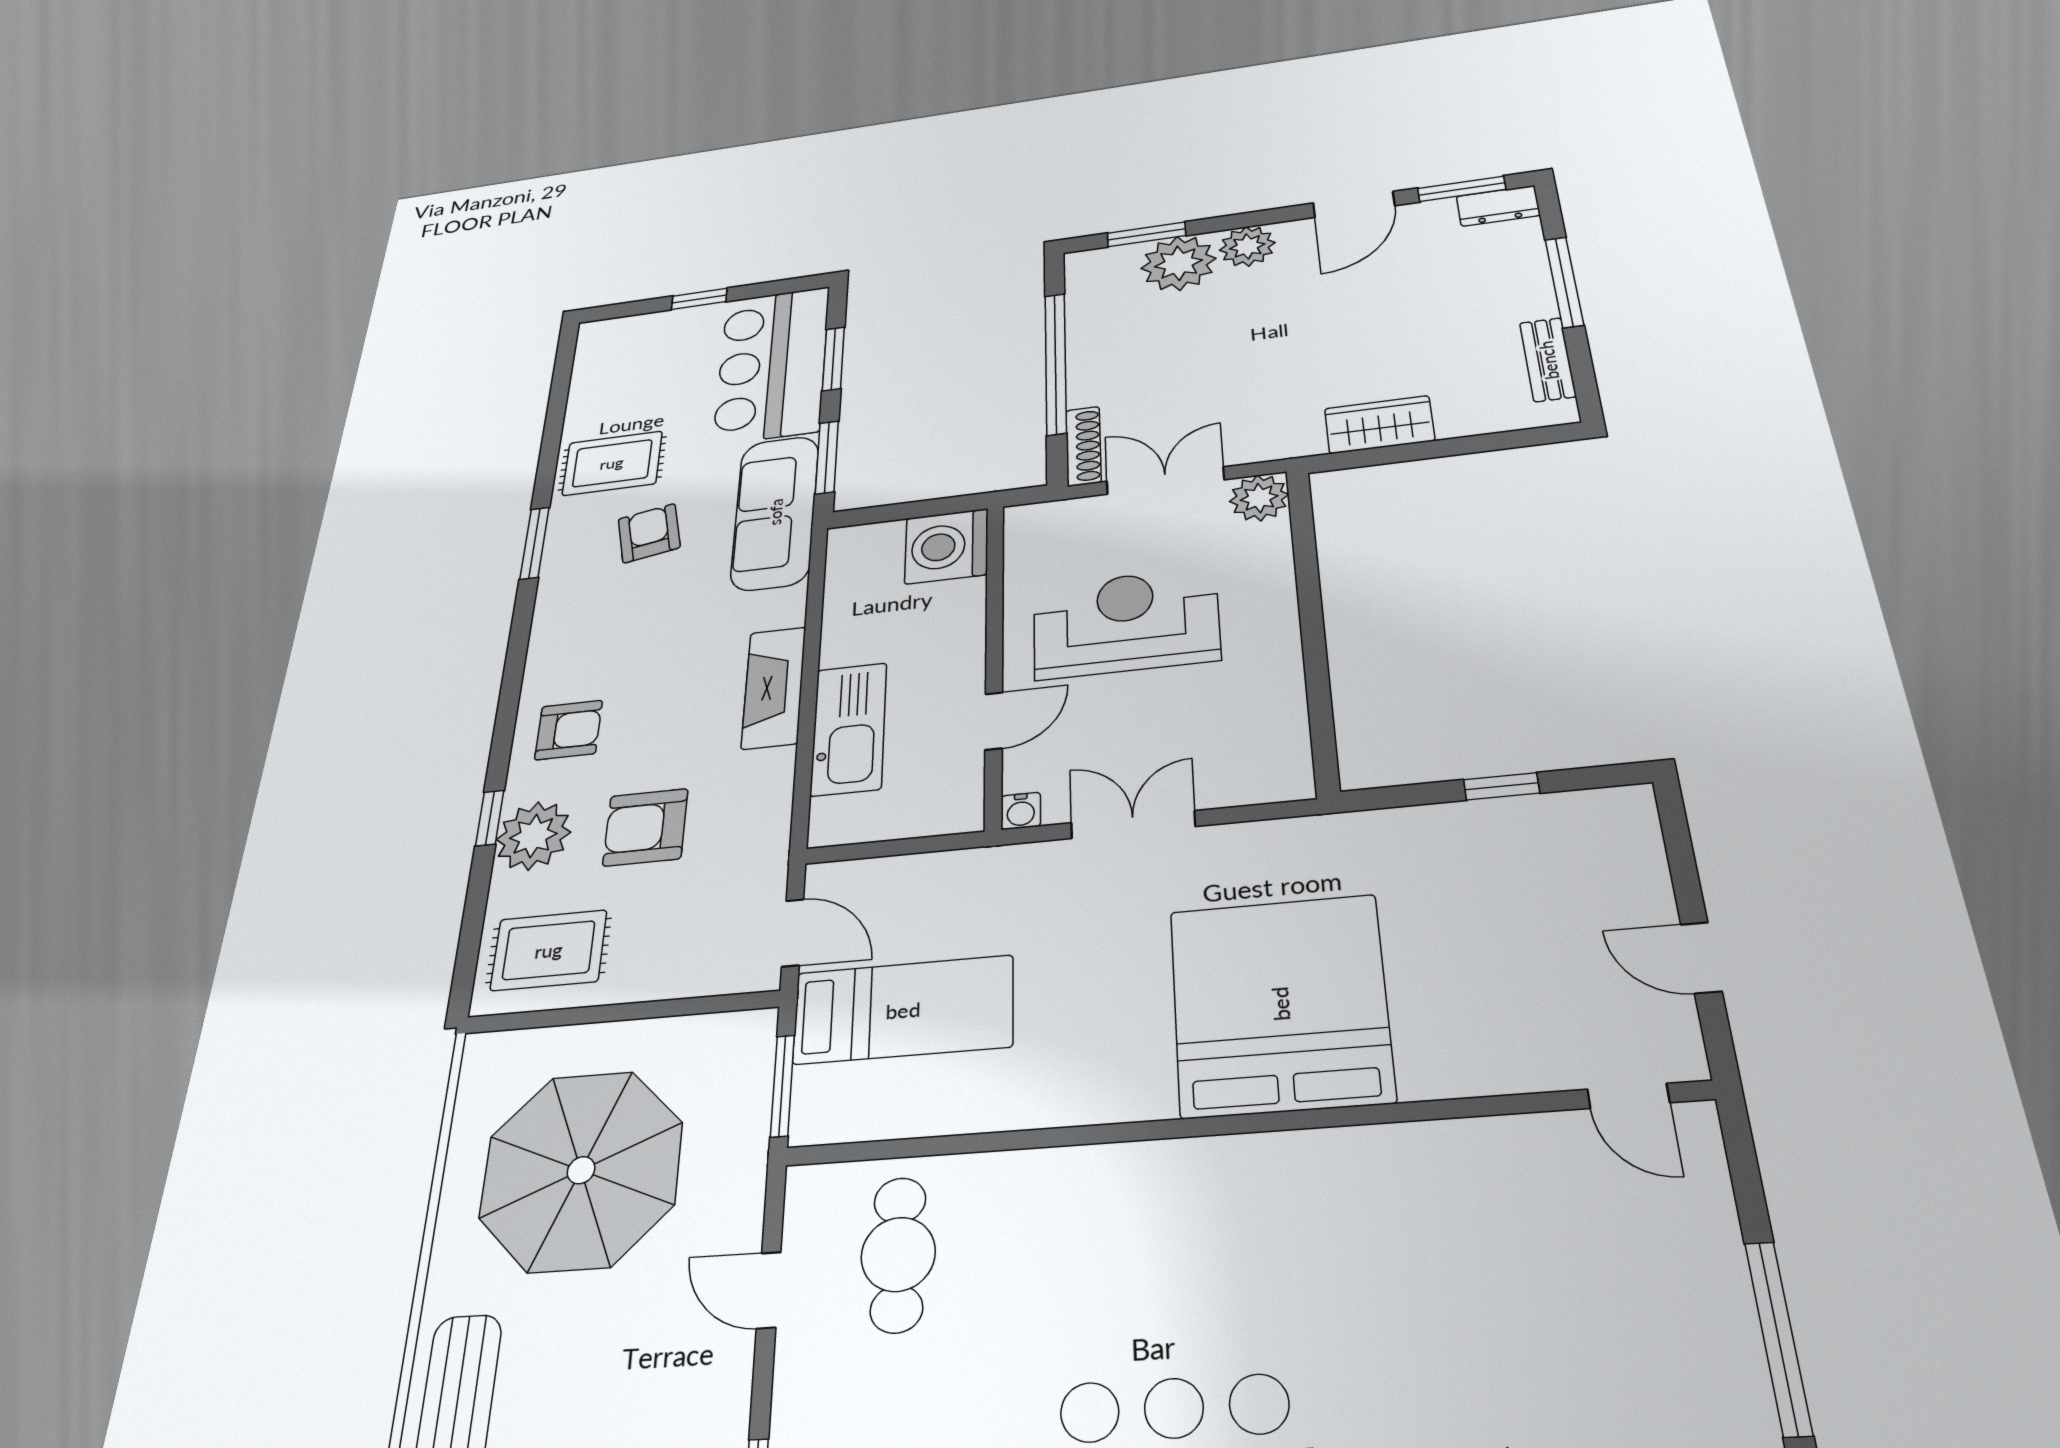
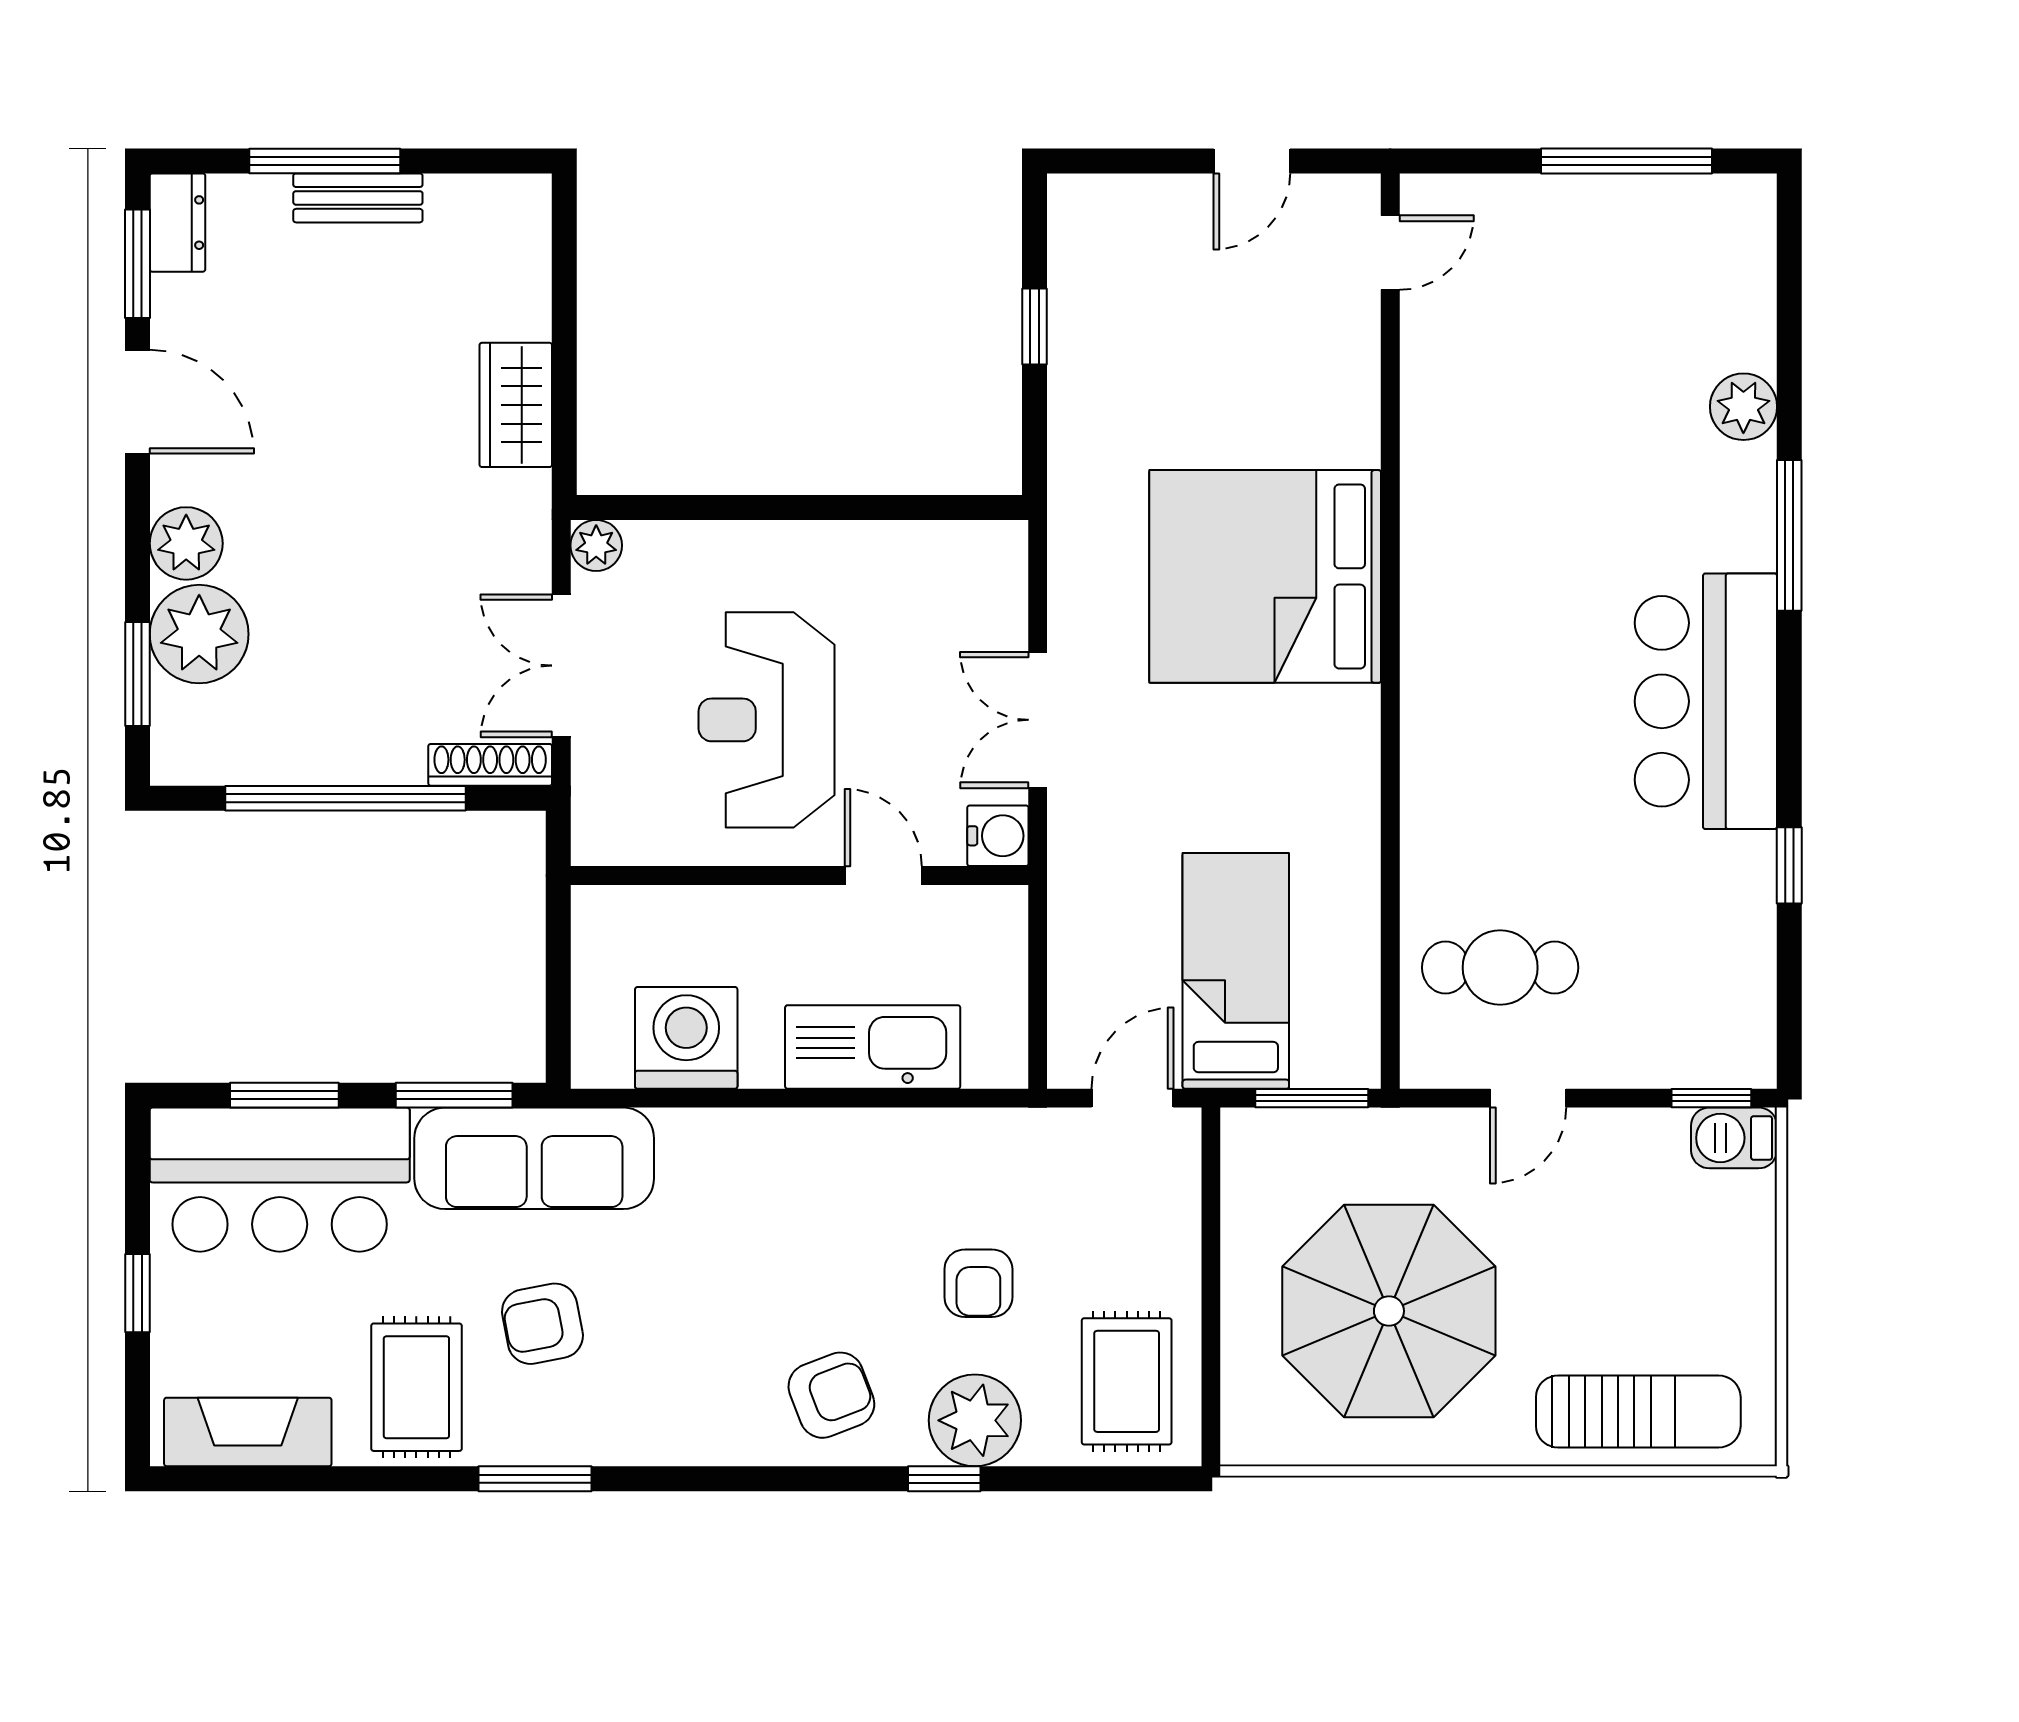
bench: (1548, 360) -> (358, 198), moved
plant: (1259, 498) -> (596, 545), width x0.73, depth x0.73
washing machine: (947, 546) -> (686, 1038), moved, turned 180
fireplace: (774, 688) -> (248, 1432), moved, turned 180
armchair: (569, 730) -> (831, 1395), turned 69
water cooler: (1021, 811) -> (998, 836), width x1.38, depth x1.38
armchair: (645, 827) -> (978, 1283), width x0.72, depth x0.72

